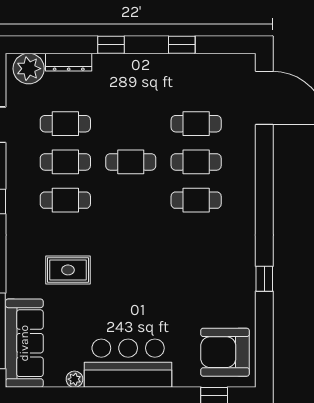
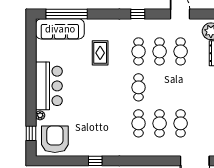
cafe table: (131, 162) -> (139, 87), moved
plant: (75, 379) -> (40, 115), moved

